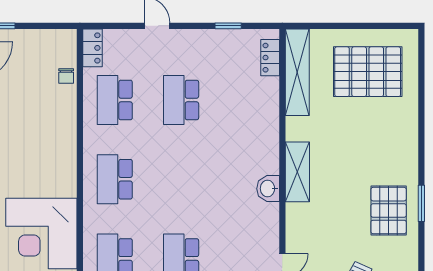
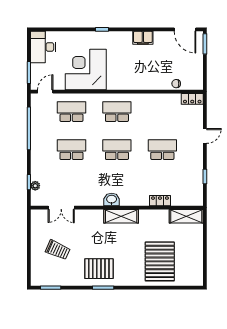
locker: (270, 58) -> (160, 201), moved
shelving: (297, 72) -> (186, 216), width x0.68
pallet: (368, 72) -> (160, 261), moved
school desk: (115, 100) -> (117, 150), moved

